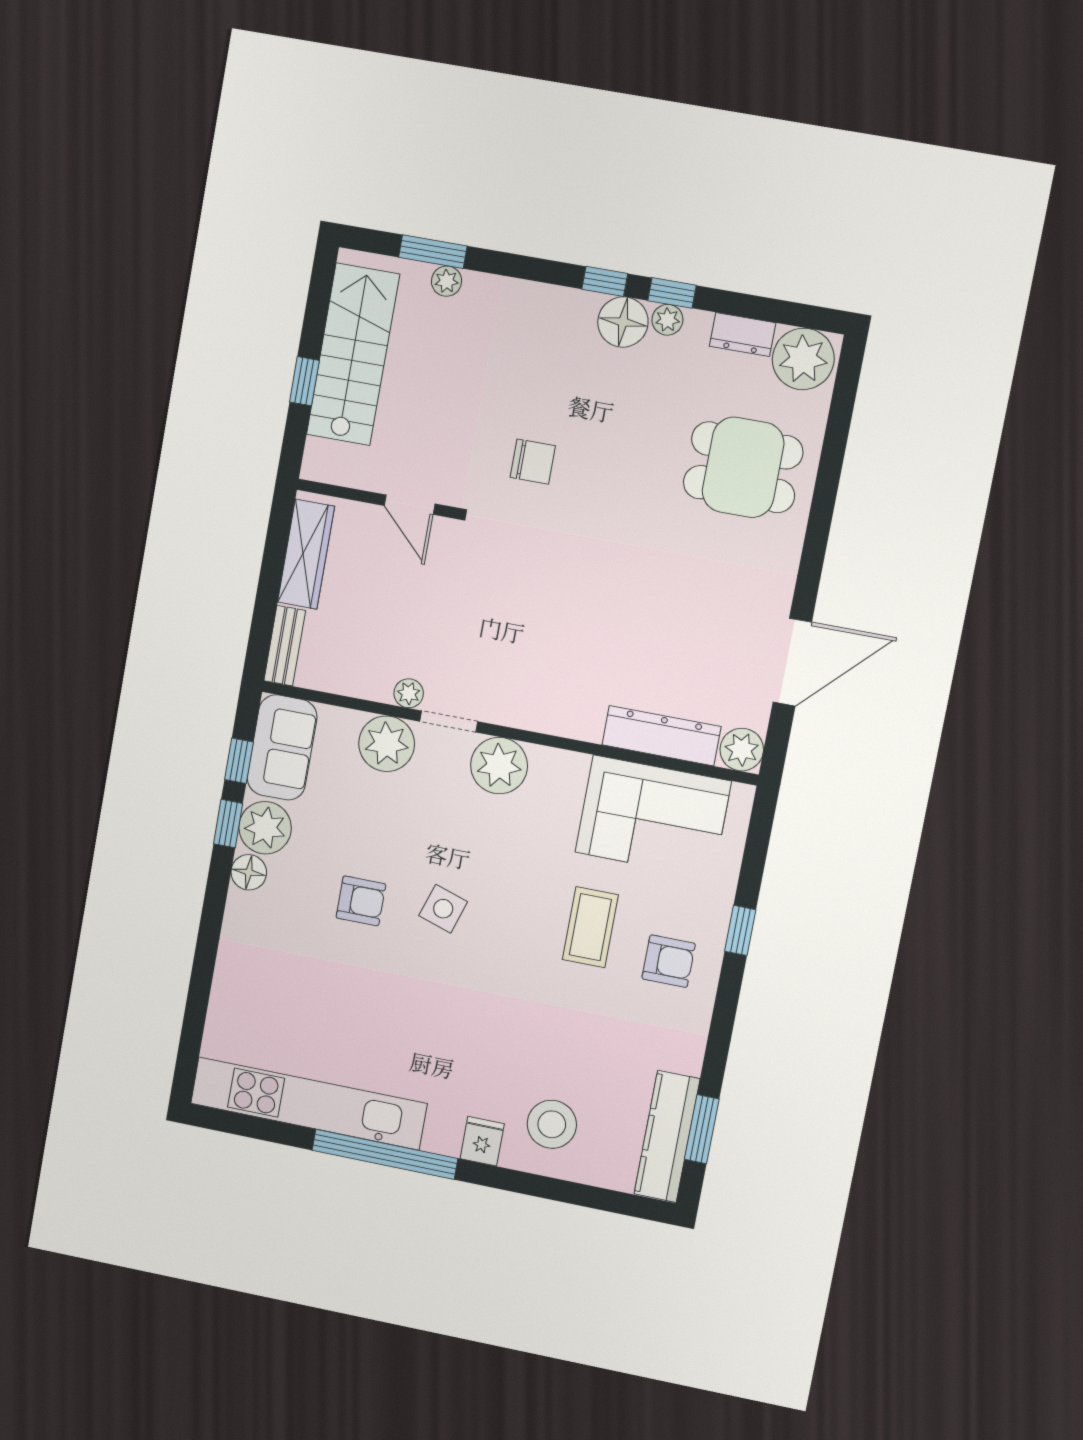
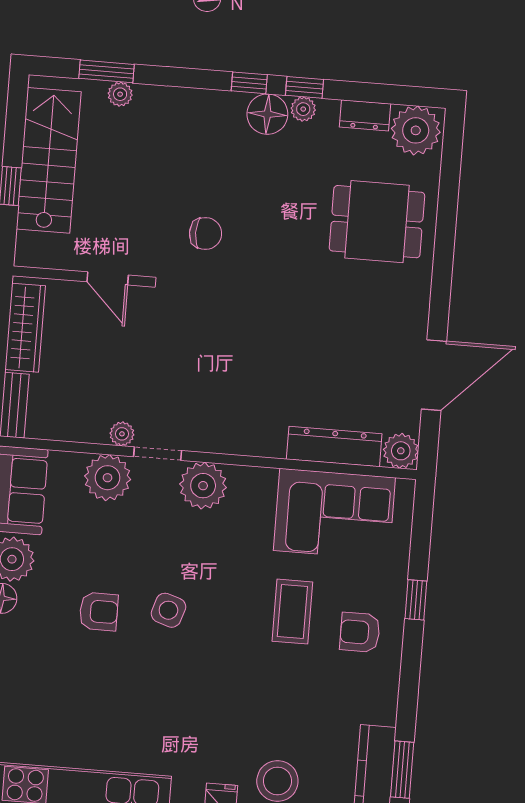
armchair: (669, 961) -> (360, 632), turned 180

